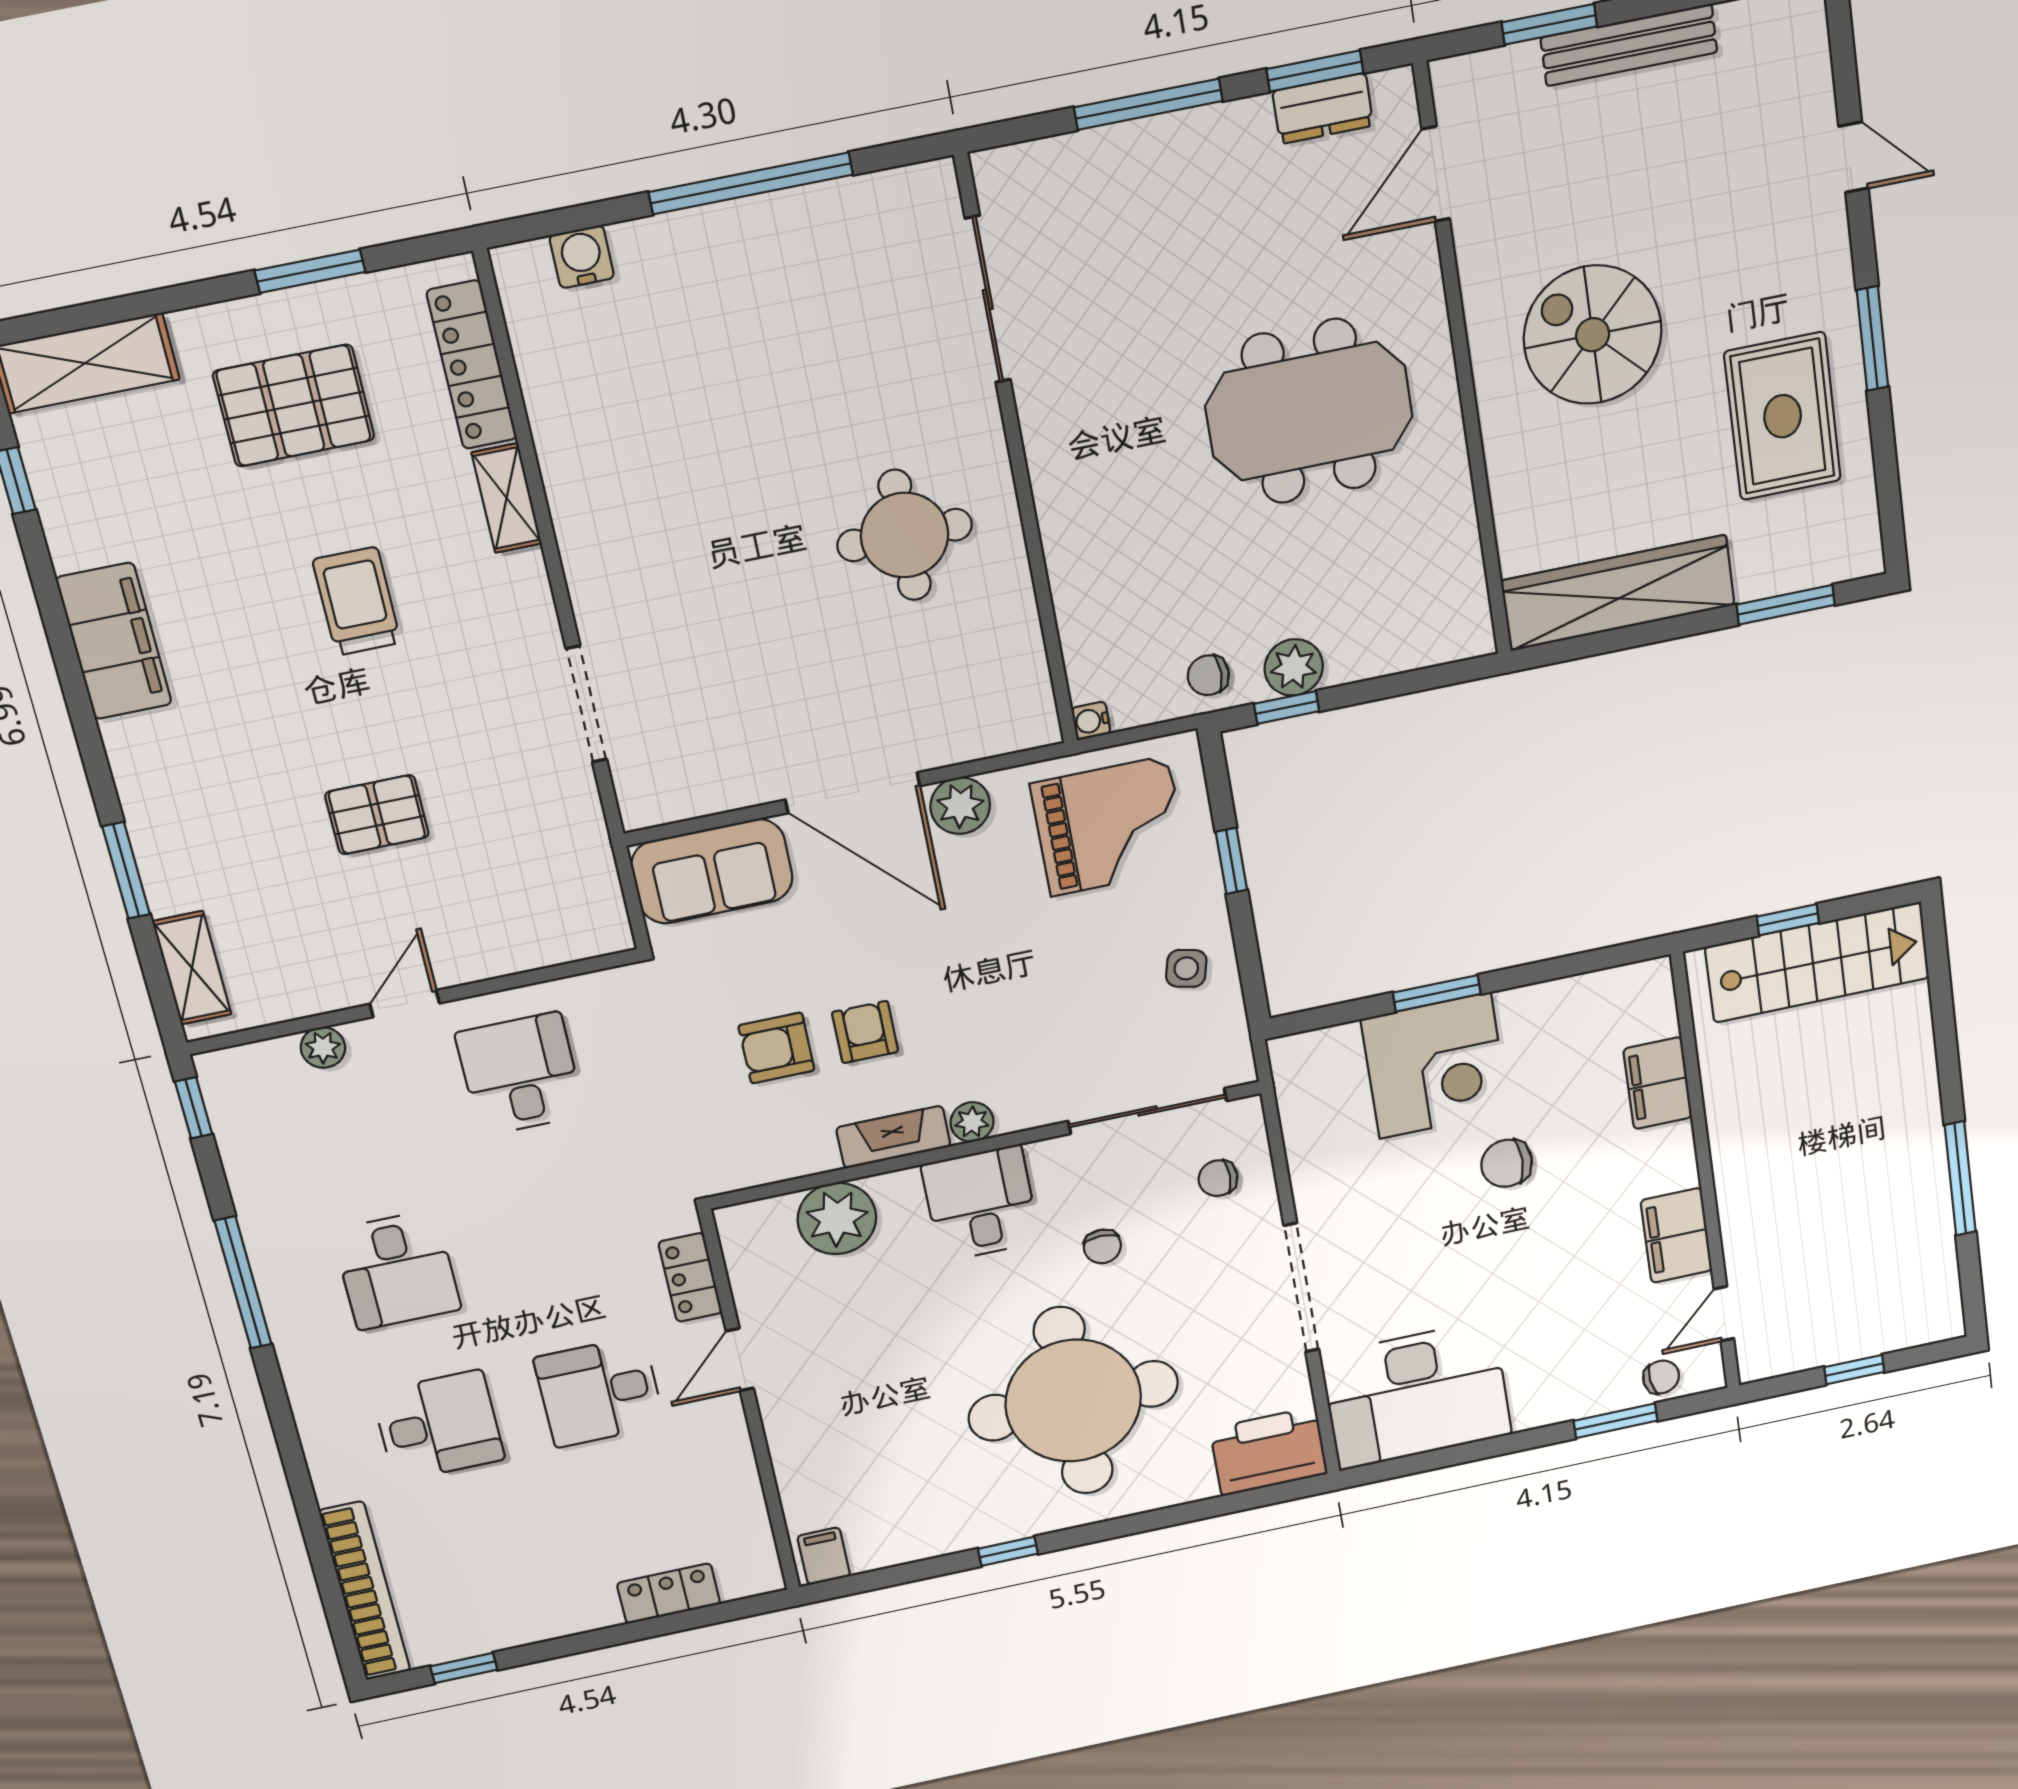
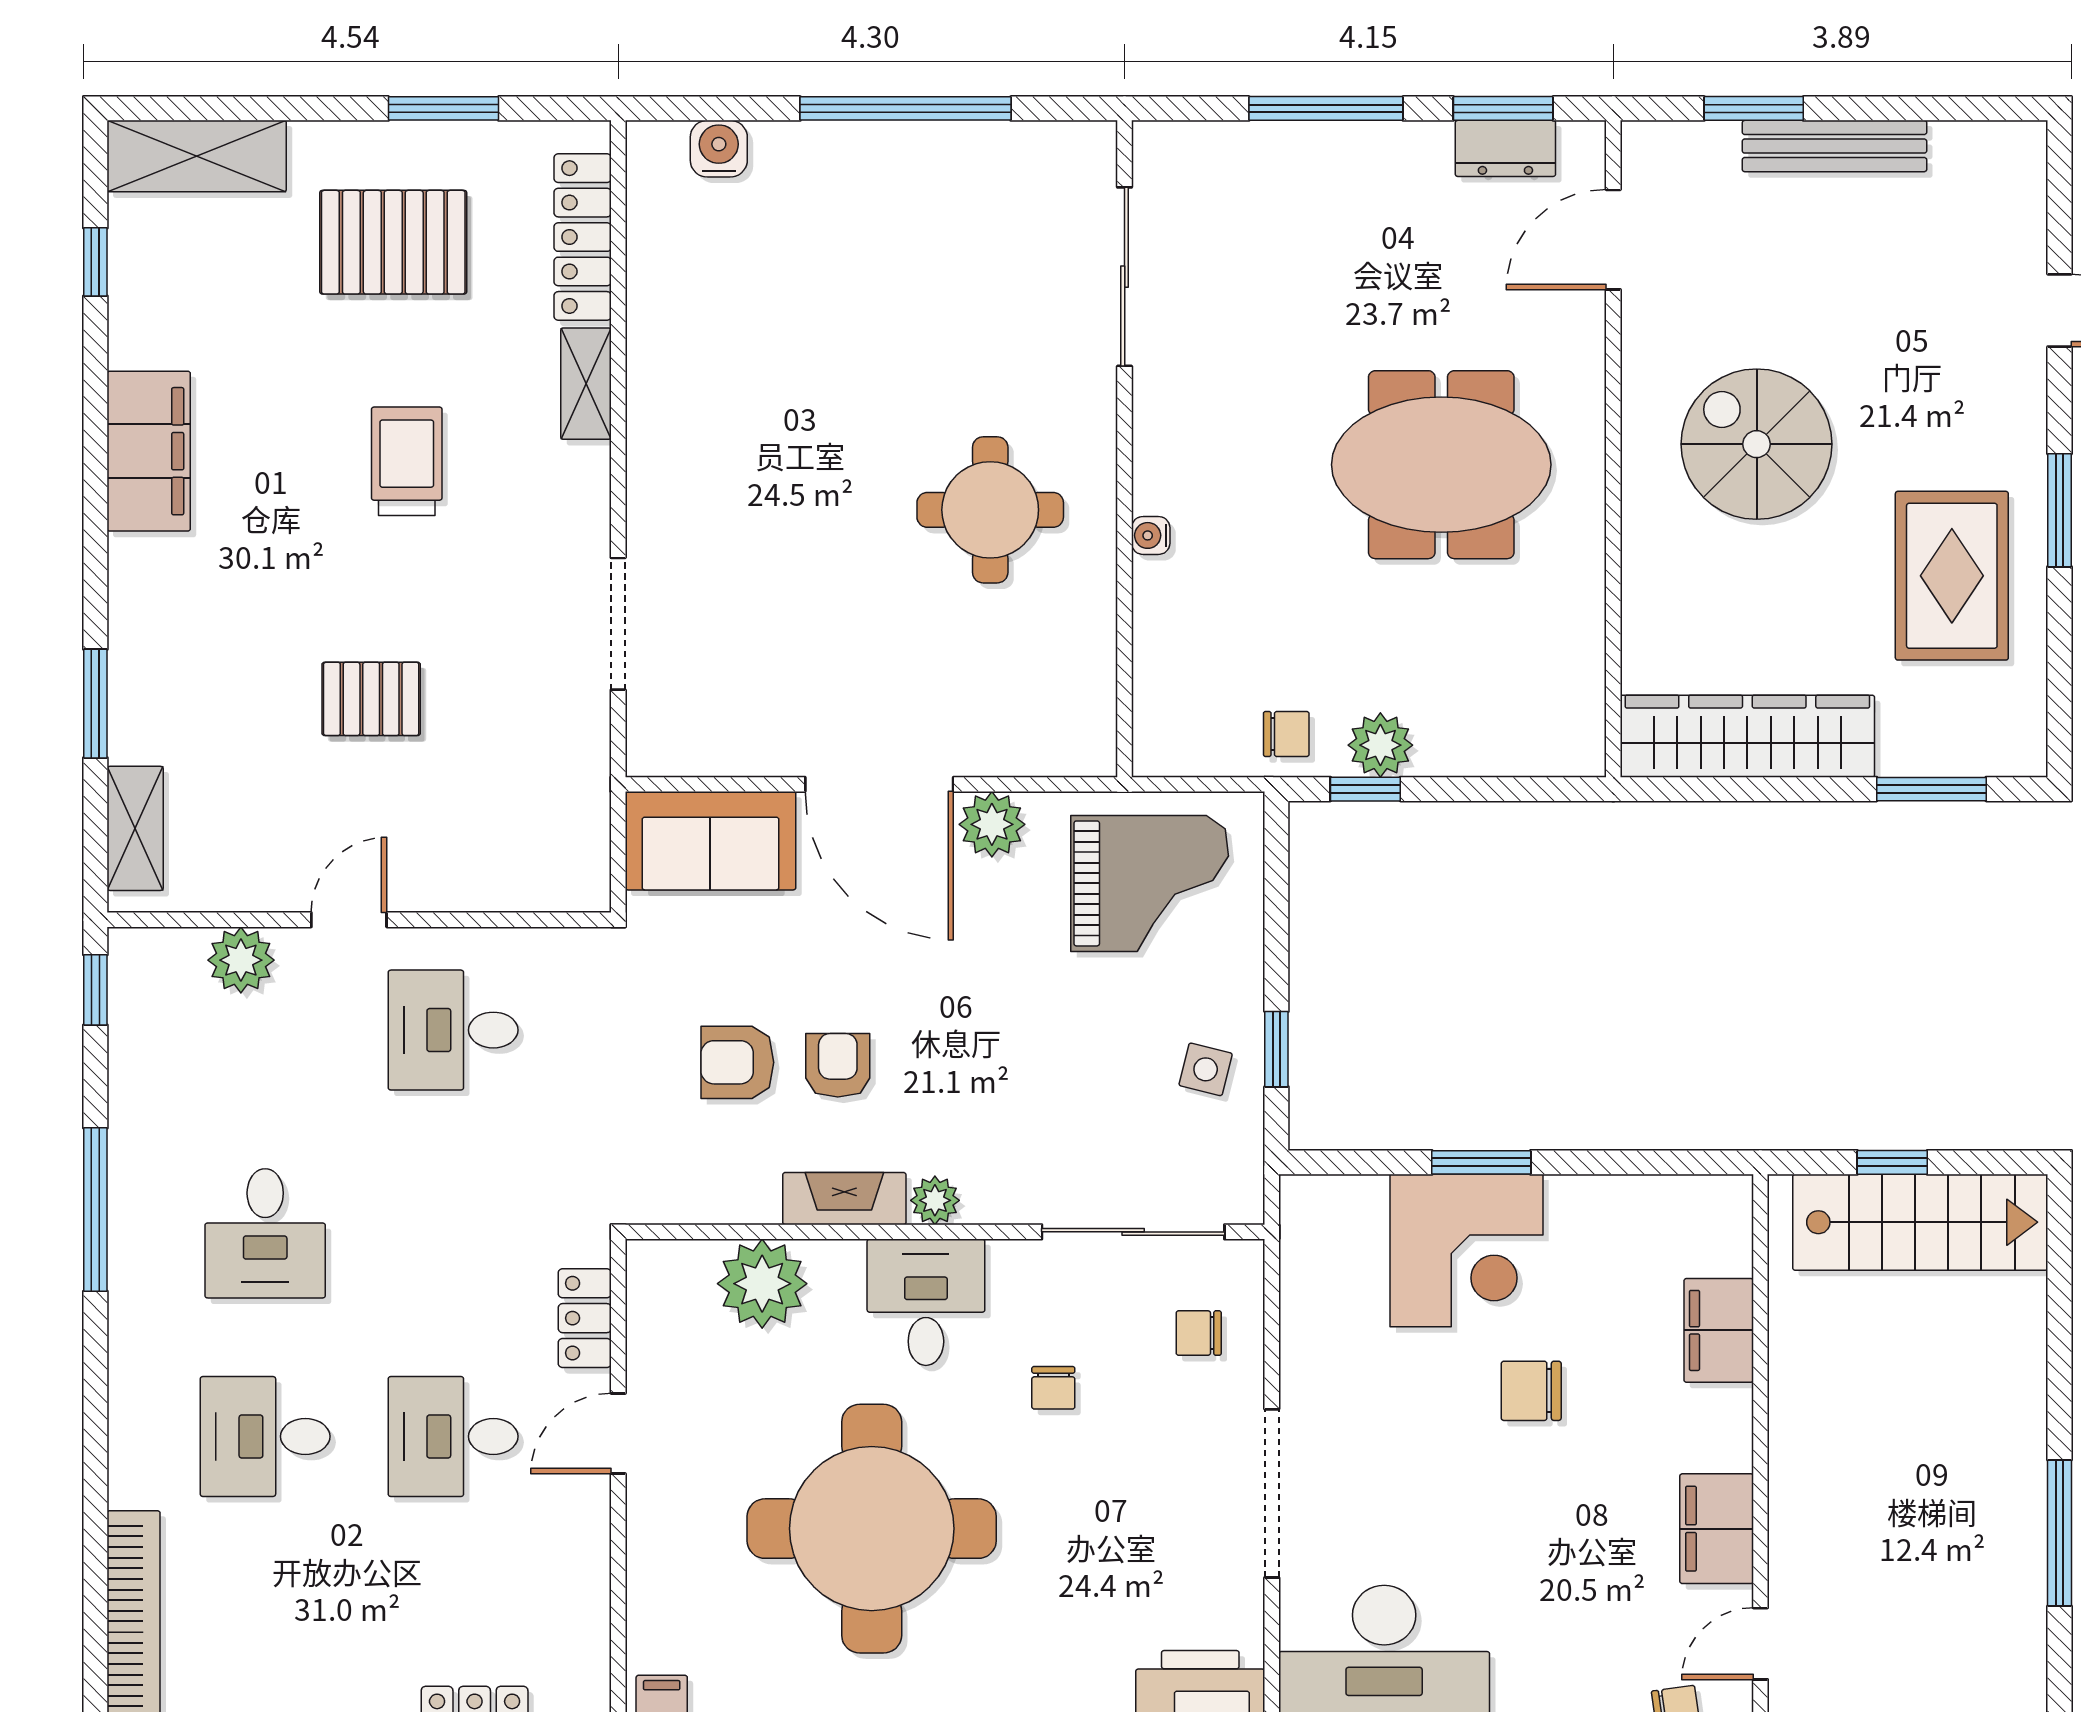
chair: (1208, 675) -> (1286, 734), turned 180
water cooler: (1091, 721) -> (1151, 535), moved
window: (1231, 861) -> (1276, 1049), moved
plant: (323, 1048) -> (241, 960), width x1.38, depth x1.38
desk: (520, 1074) -> (453, 1030), turned -90
round table: (1073, 1401) -> (872, 1529), moved
desk: (438, 1426) -> (265, 1436), turned 180

